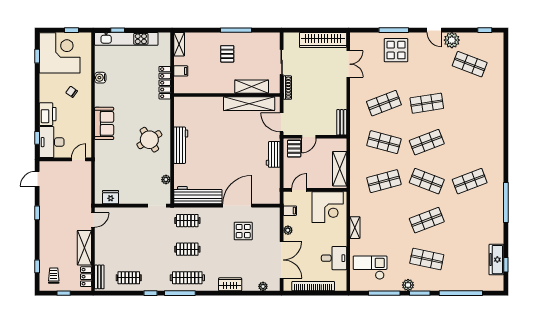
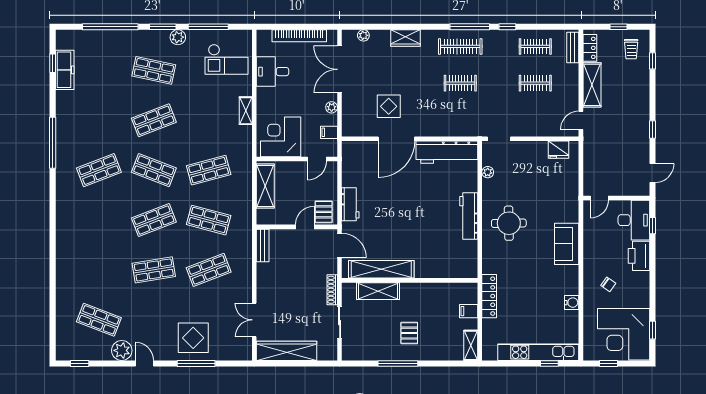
round table: (149, 140) -> (509, 223), turned 31
clothes rail: (187, 221) -> (535, 83), moved

